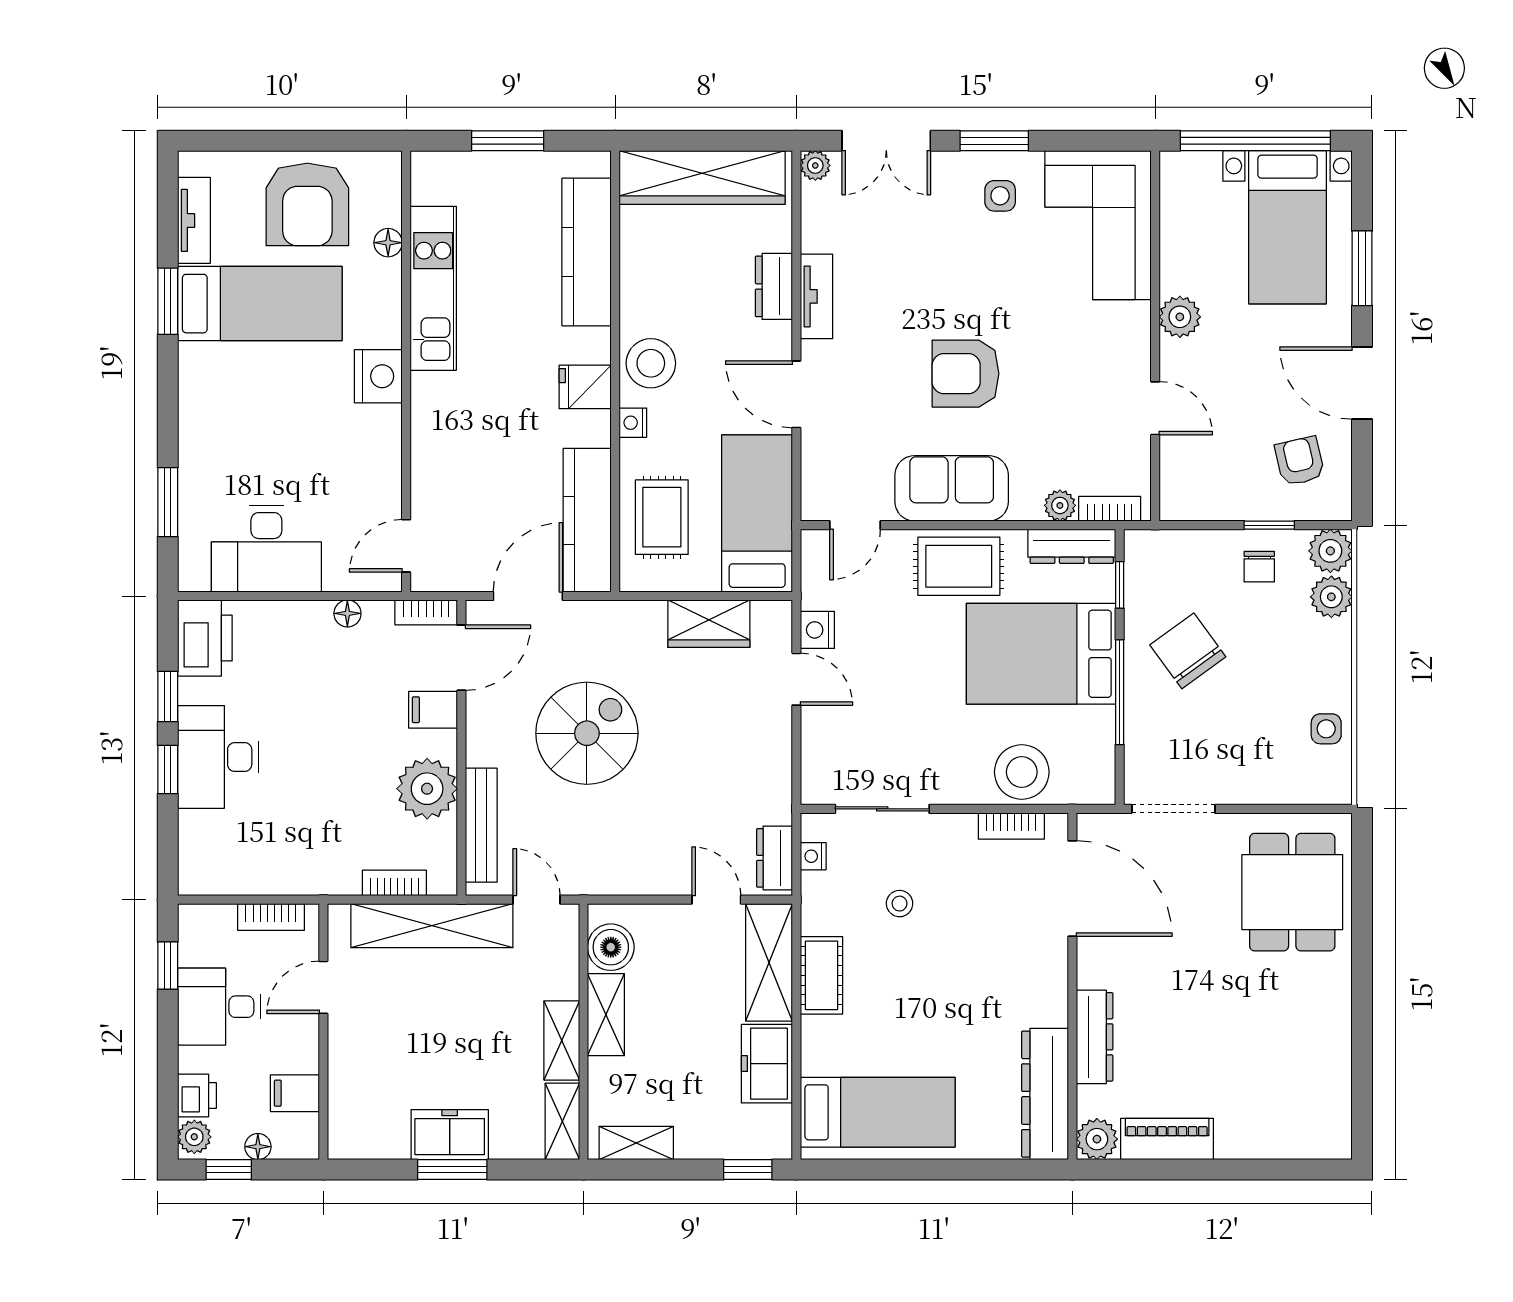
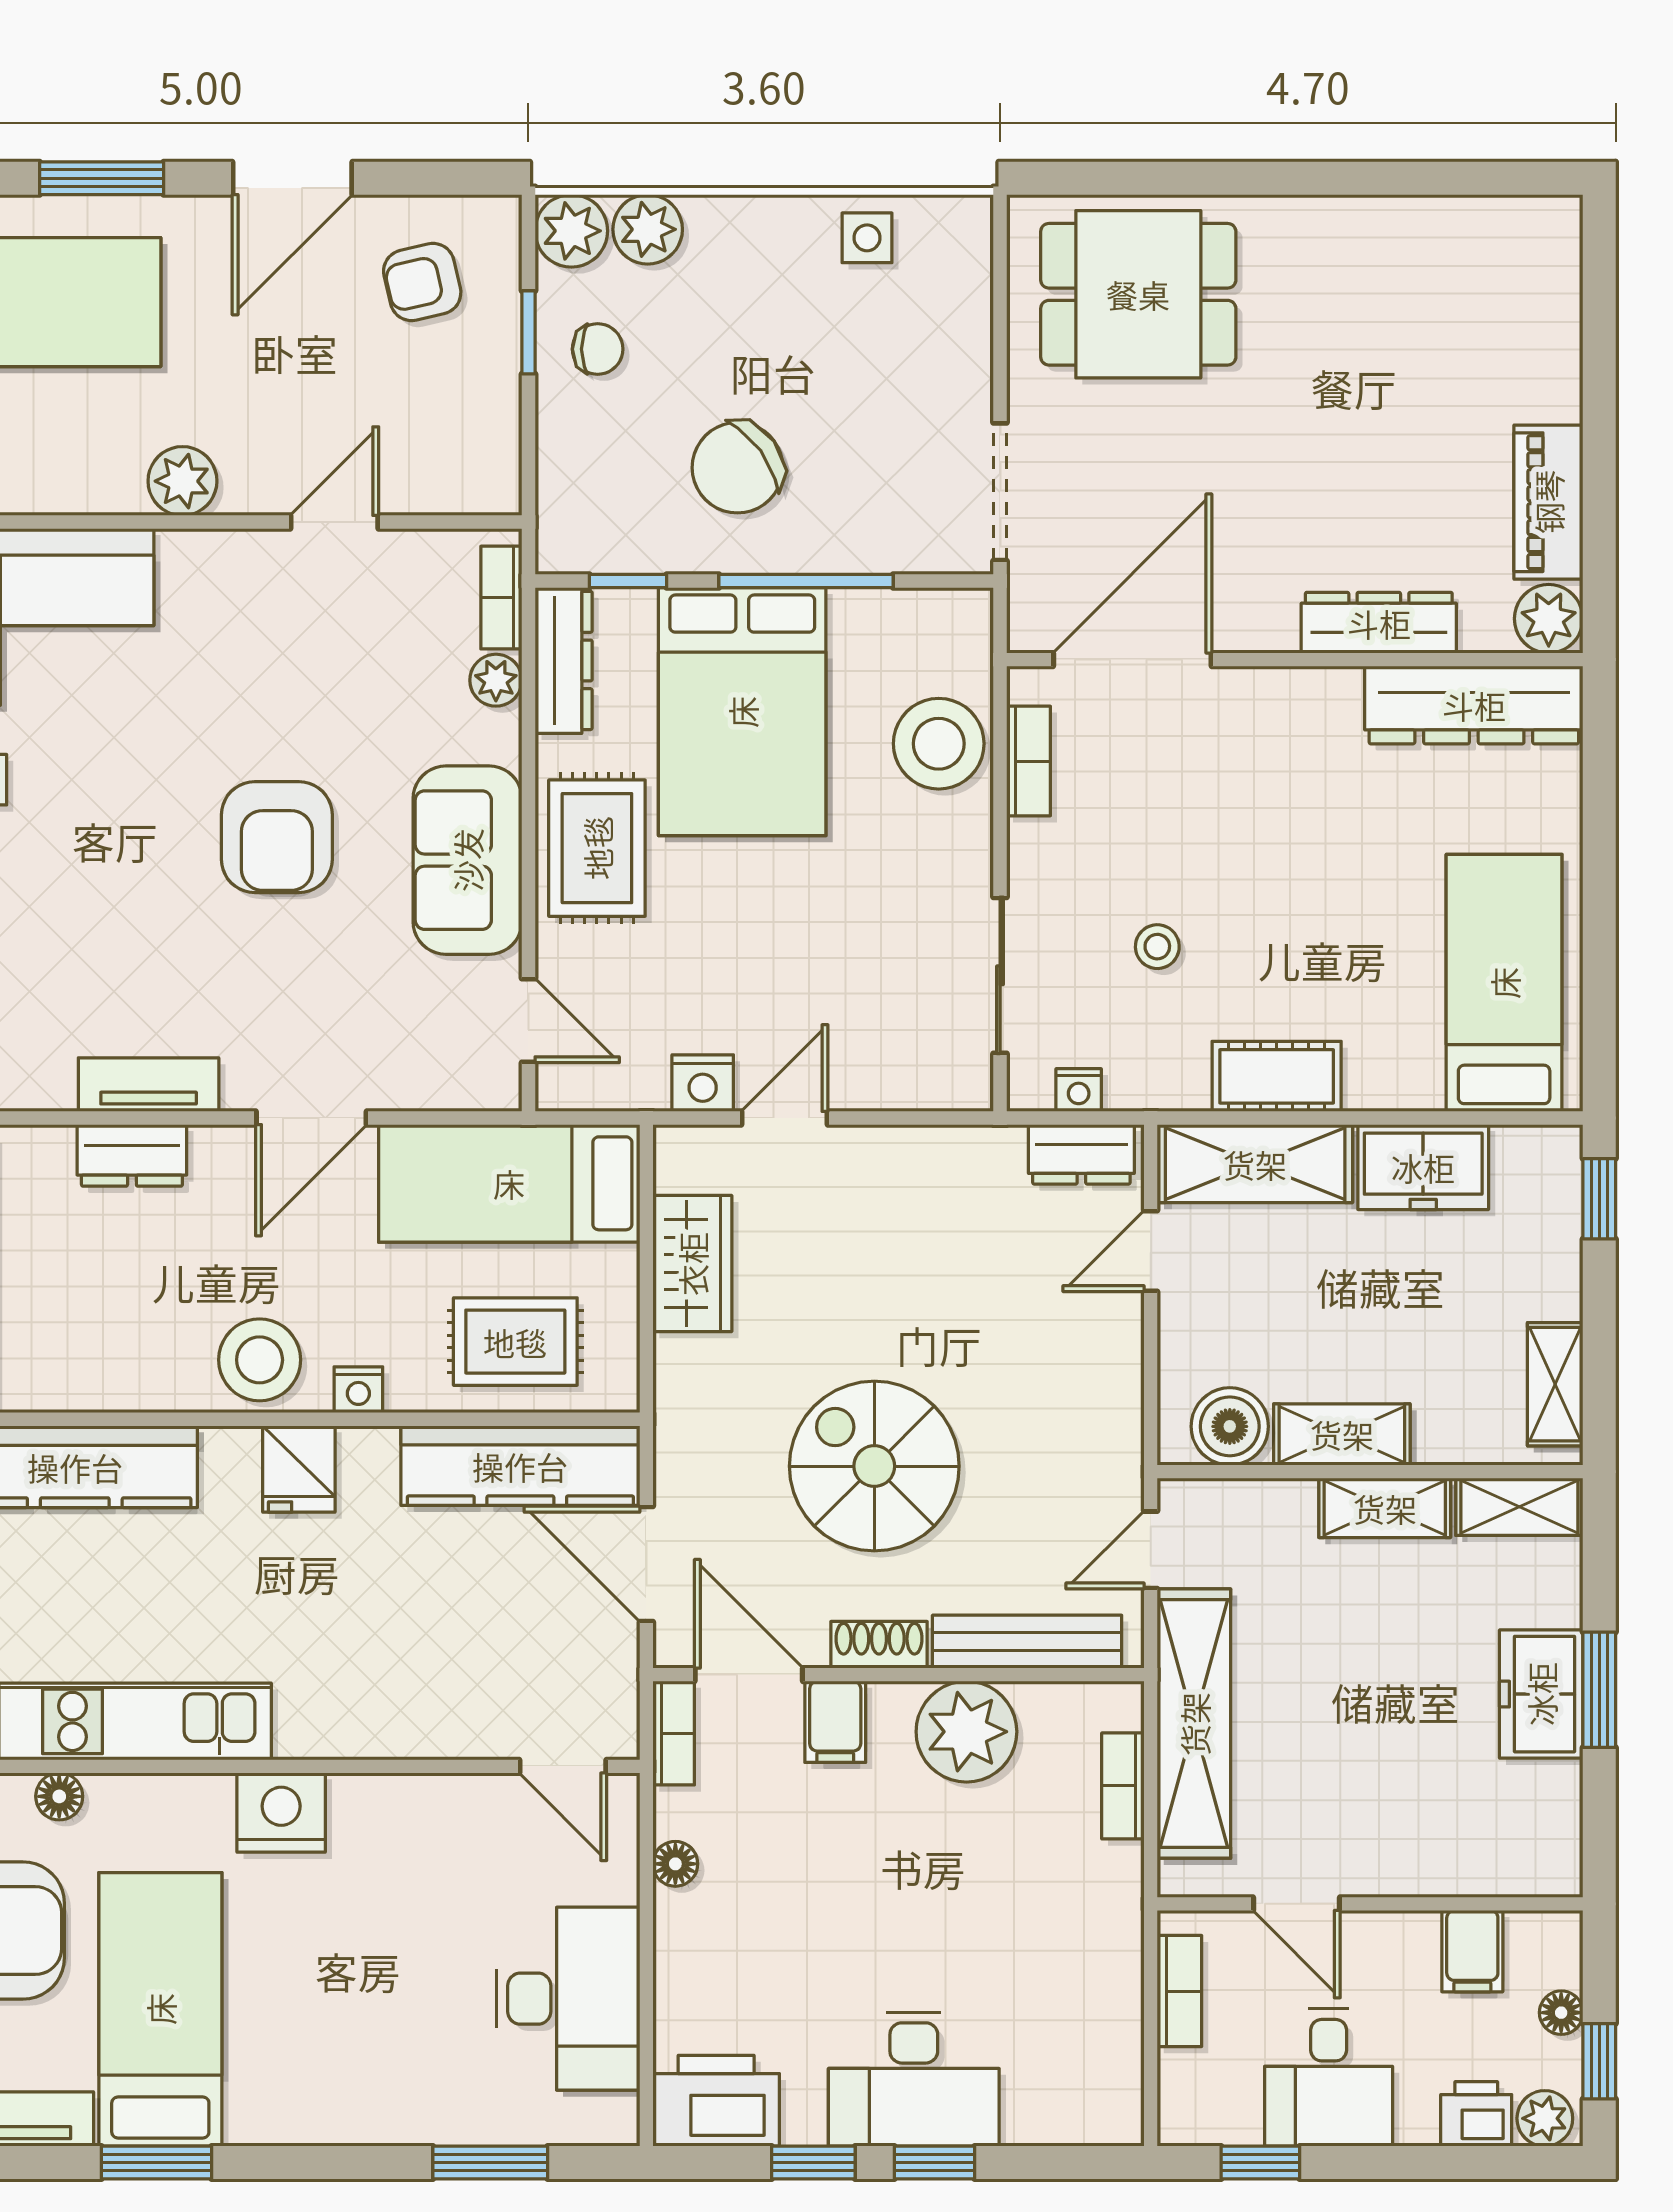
shoe rack: (479, 736) -> (879, 1645), added

